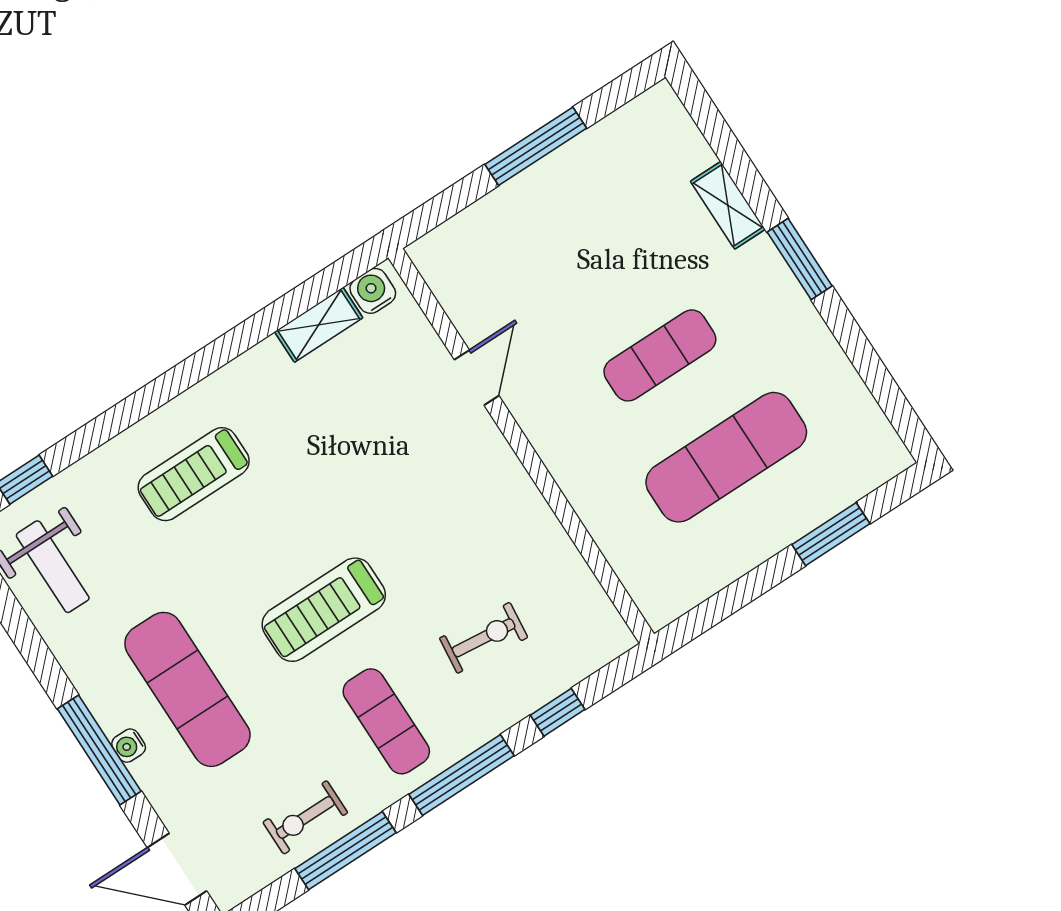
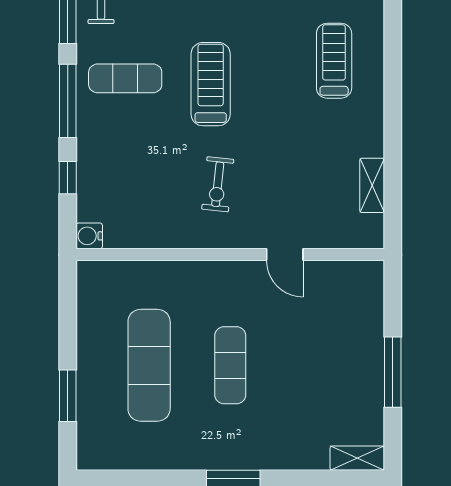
shelving: (728, 205) -> (357, 458), moved
water cooler: (373, 291) -> (89, 236), moved, turned 180
exercise bike: (484, 638) -> (218, 184), moved

